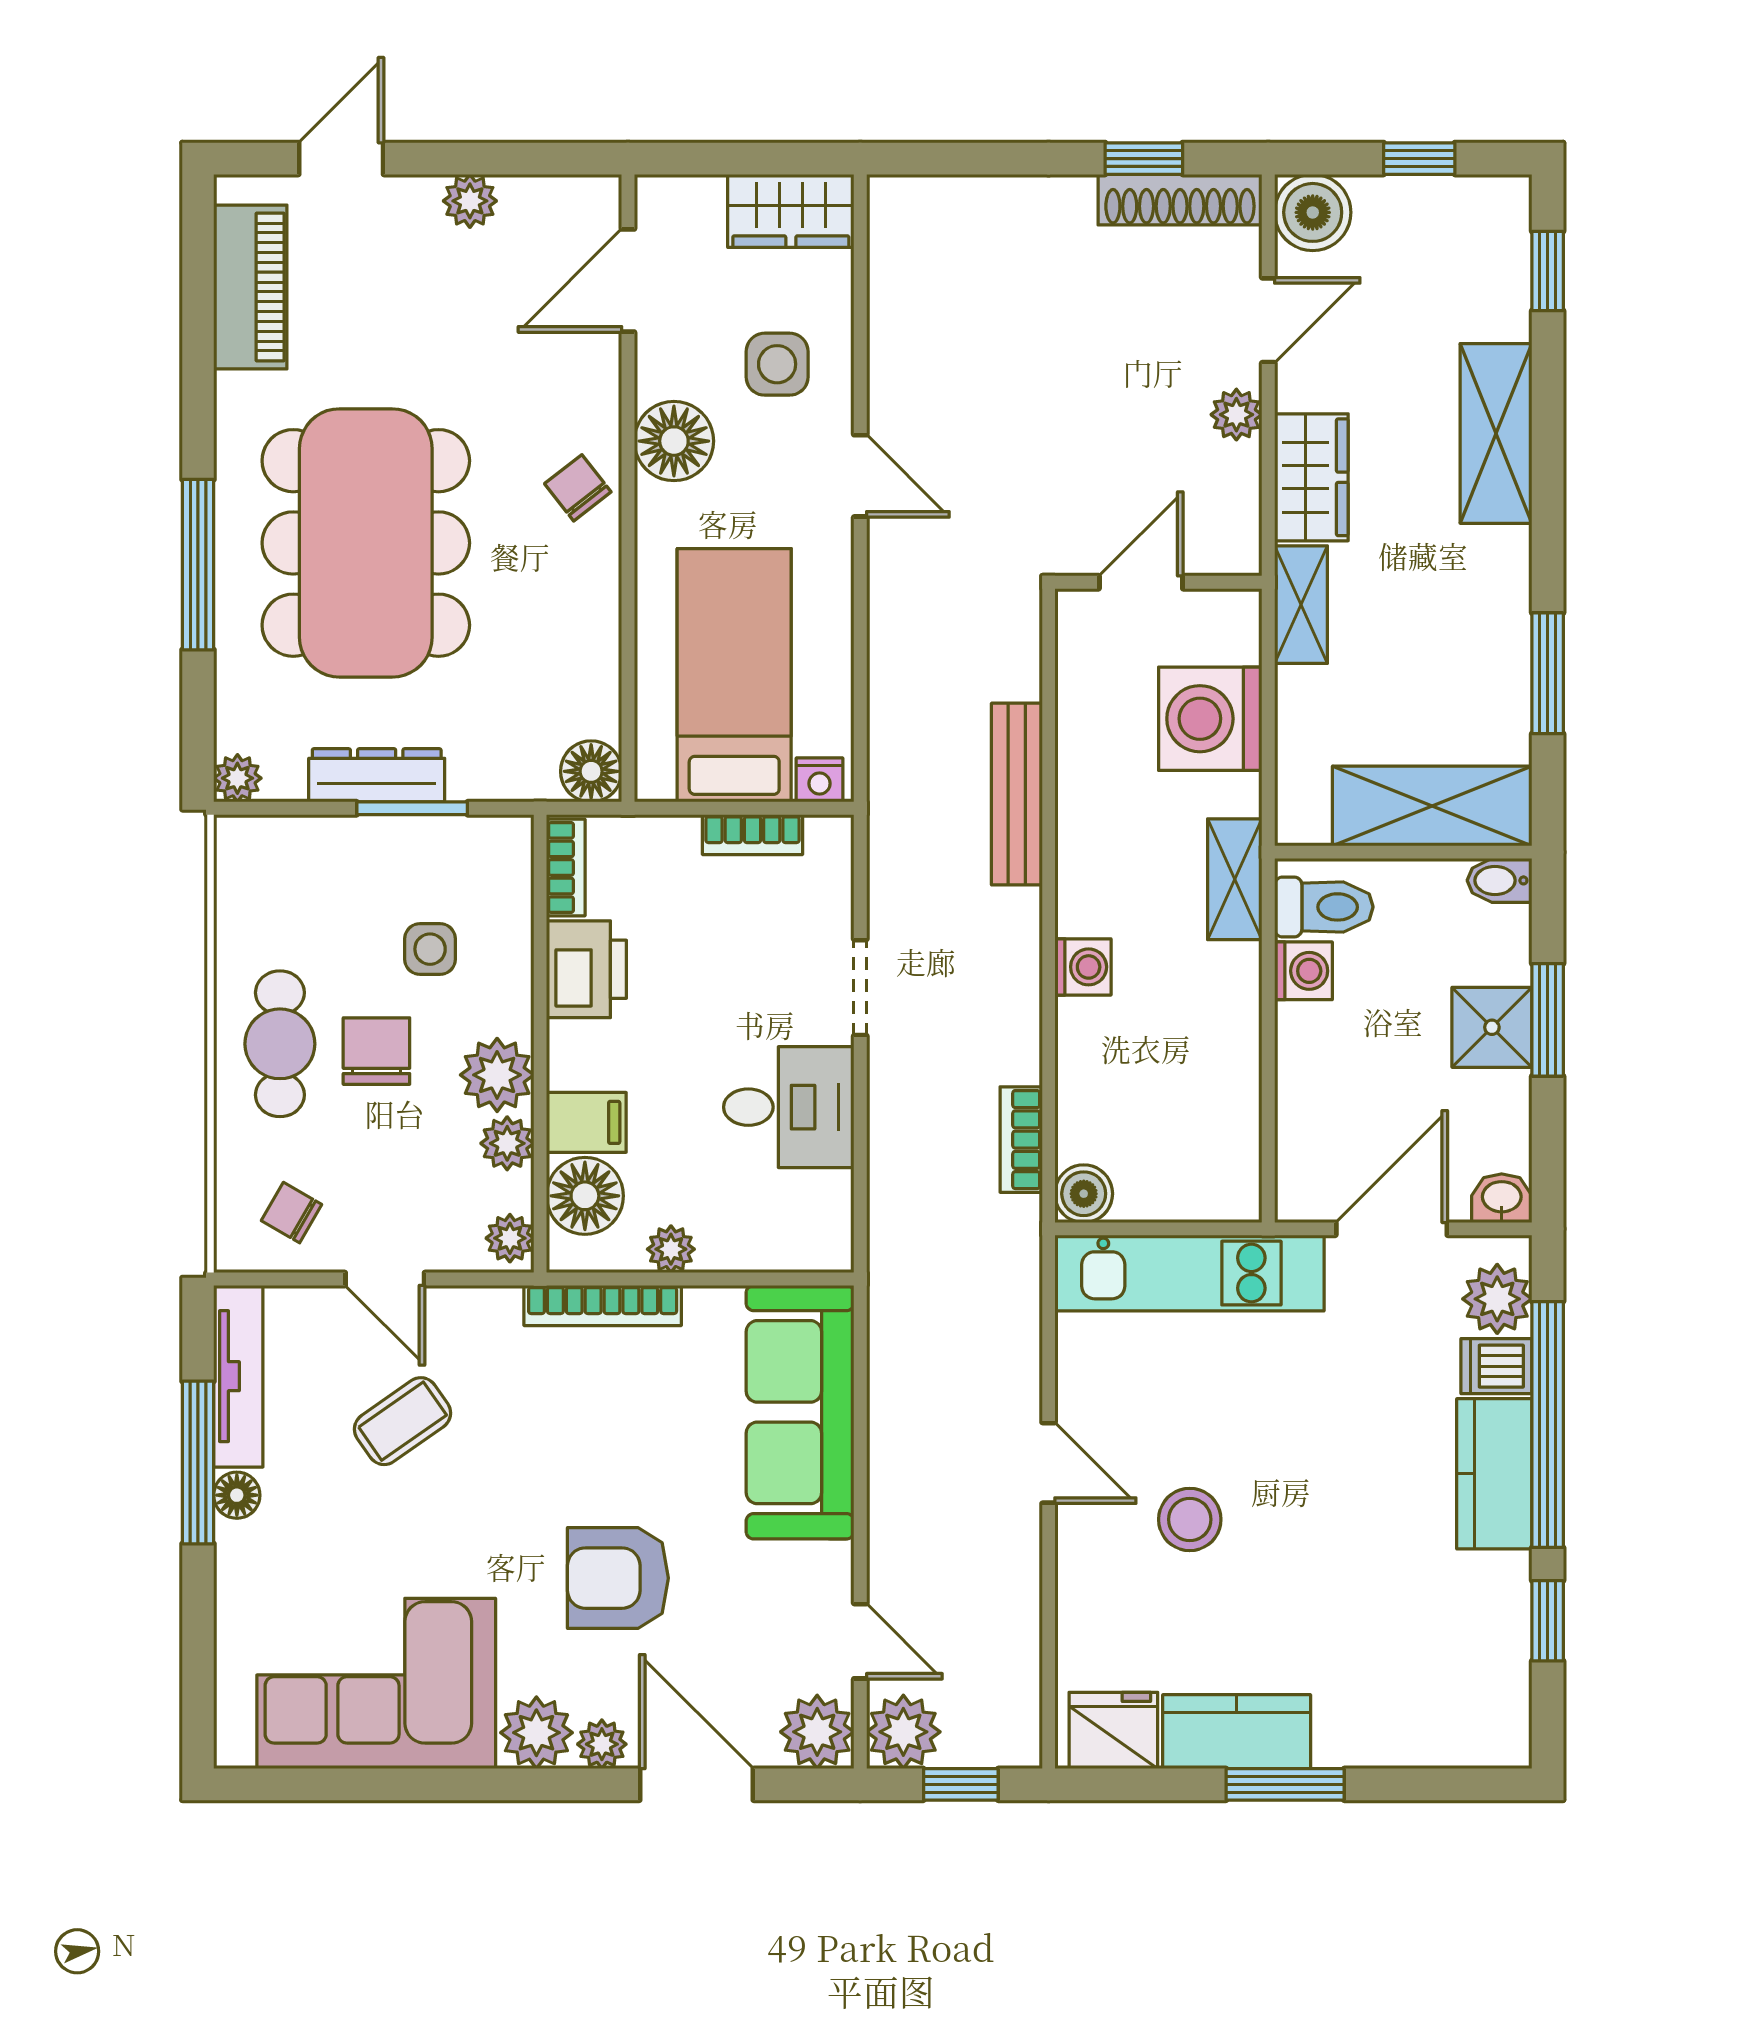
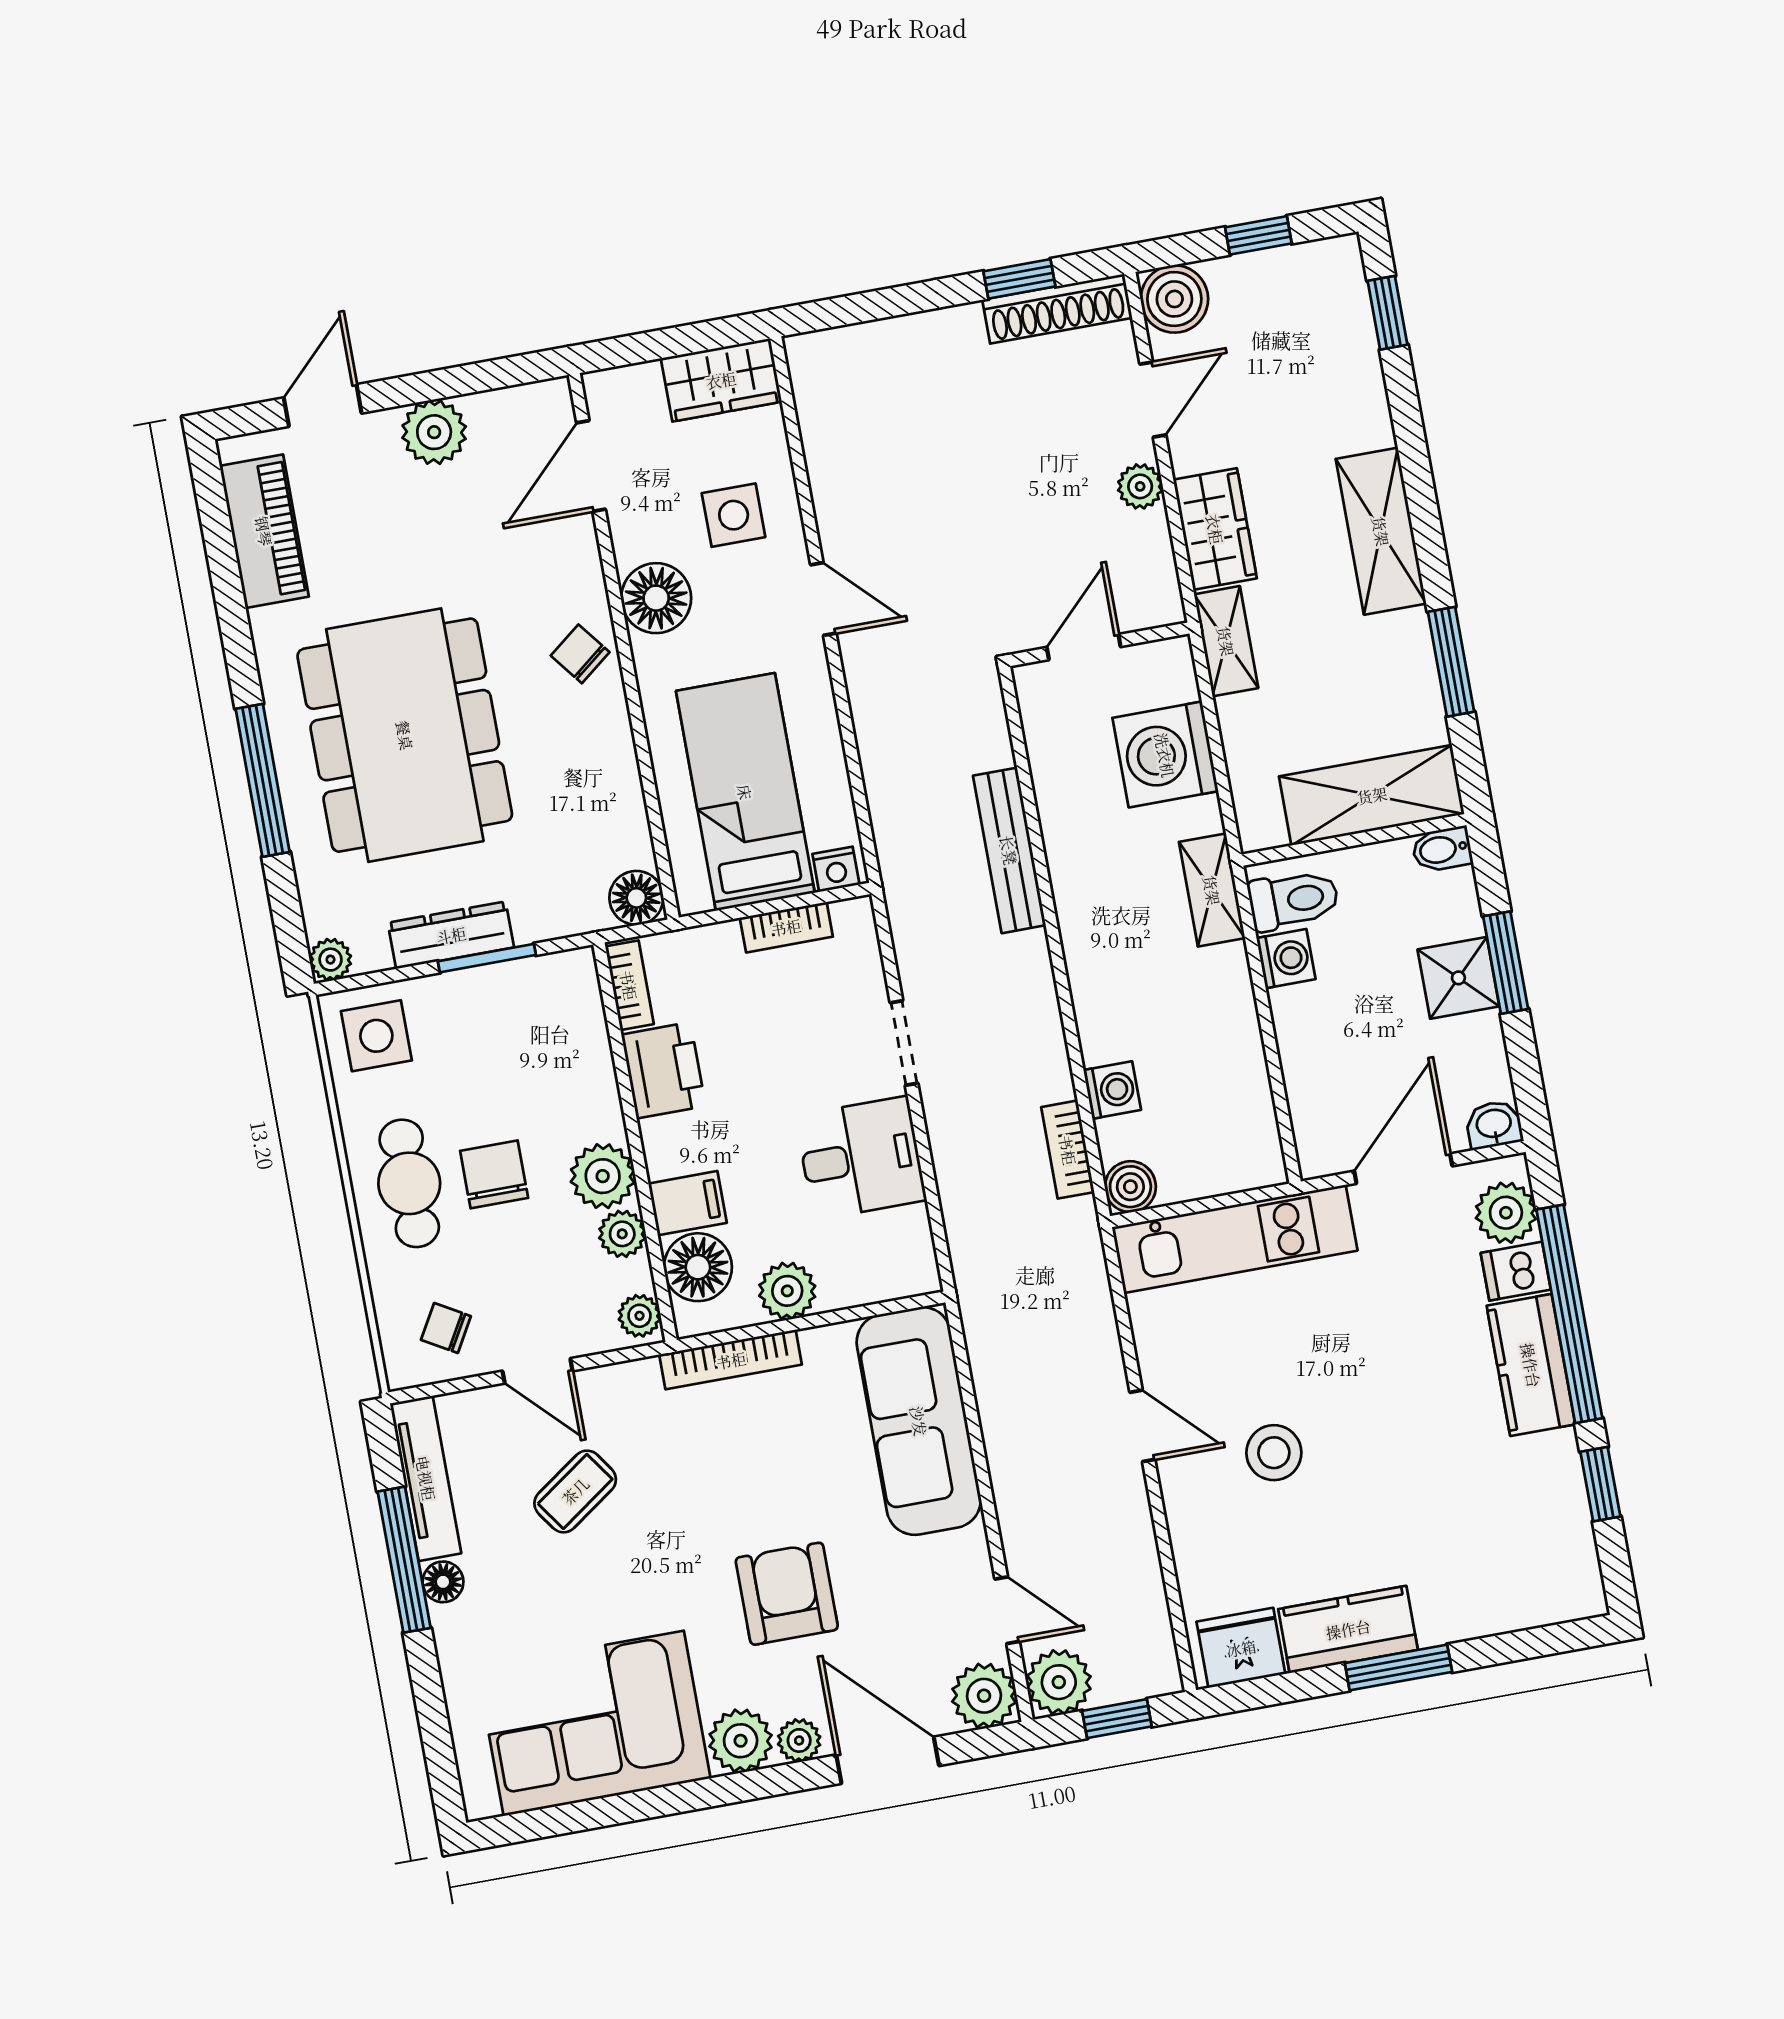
plant: (470, 201) -> (434, 432), width x1.38, depth x1.38
shelving: (1496, 433) -> (1381, 531), moved
side table: (430, 949) -> (376, 1036), moved, width x1.37, depth x1.37
washing machine: (1083, 967) -> (1112, 1090), moved
plant: (671, 1249) -> (787, 1291), width x1.38, depth x1.38
armchair: (618, 1578) -> (787, 1594), turned 90

